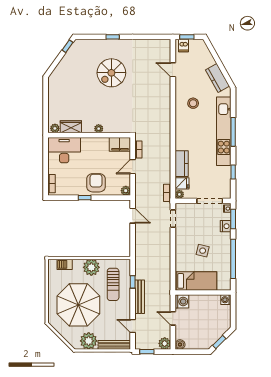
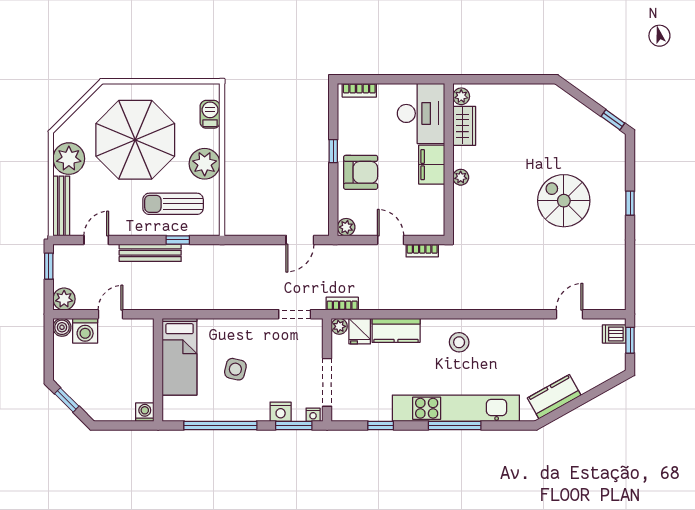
stool: (193, 103) -> (459, 342), moved
filing cabinet: (120, 144) -> (432, 165), moved
washing machine: (182, 301) -> (85, 331), moved

